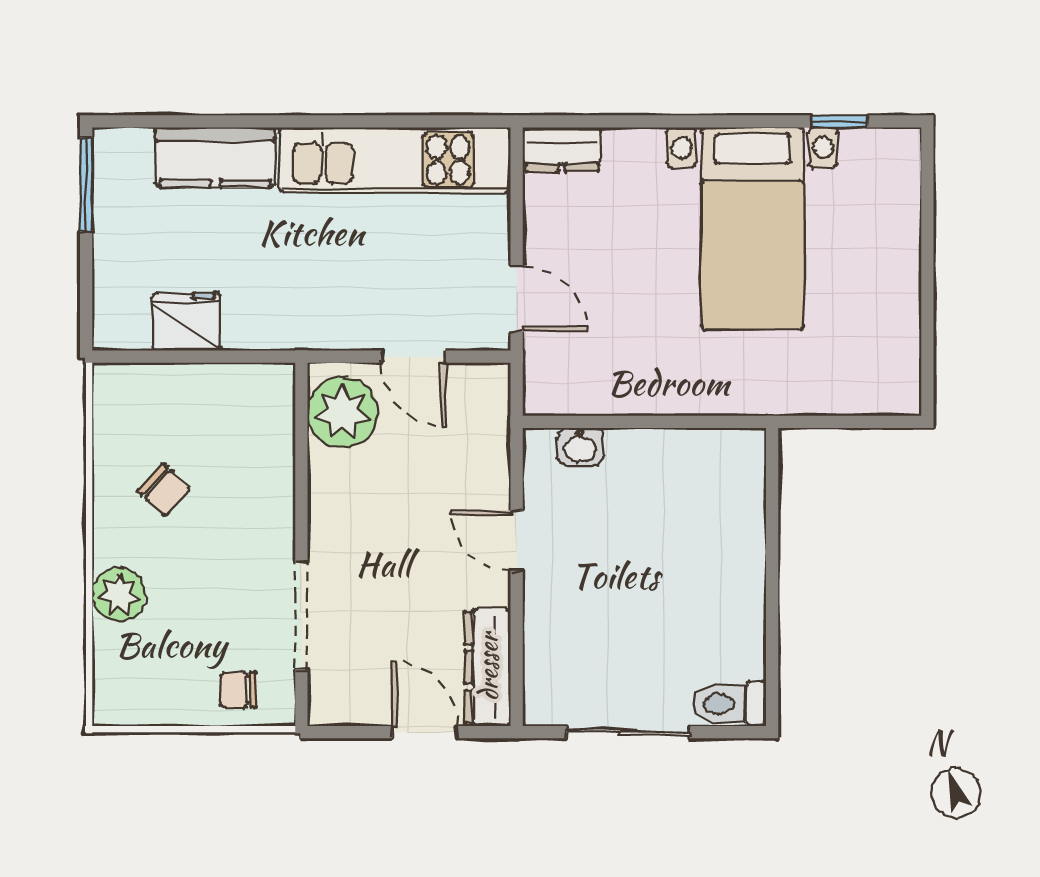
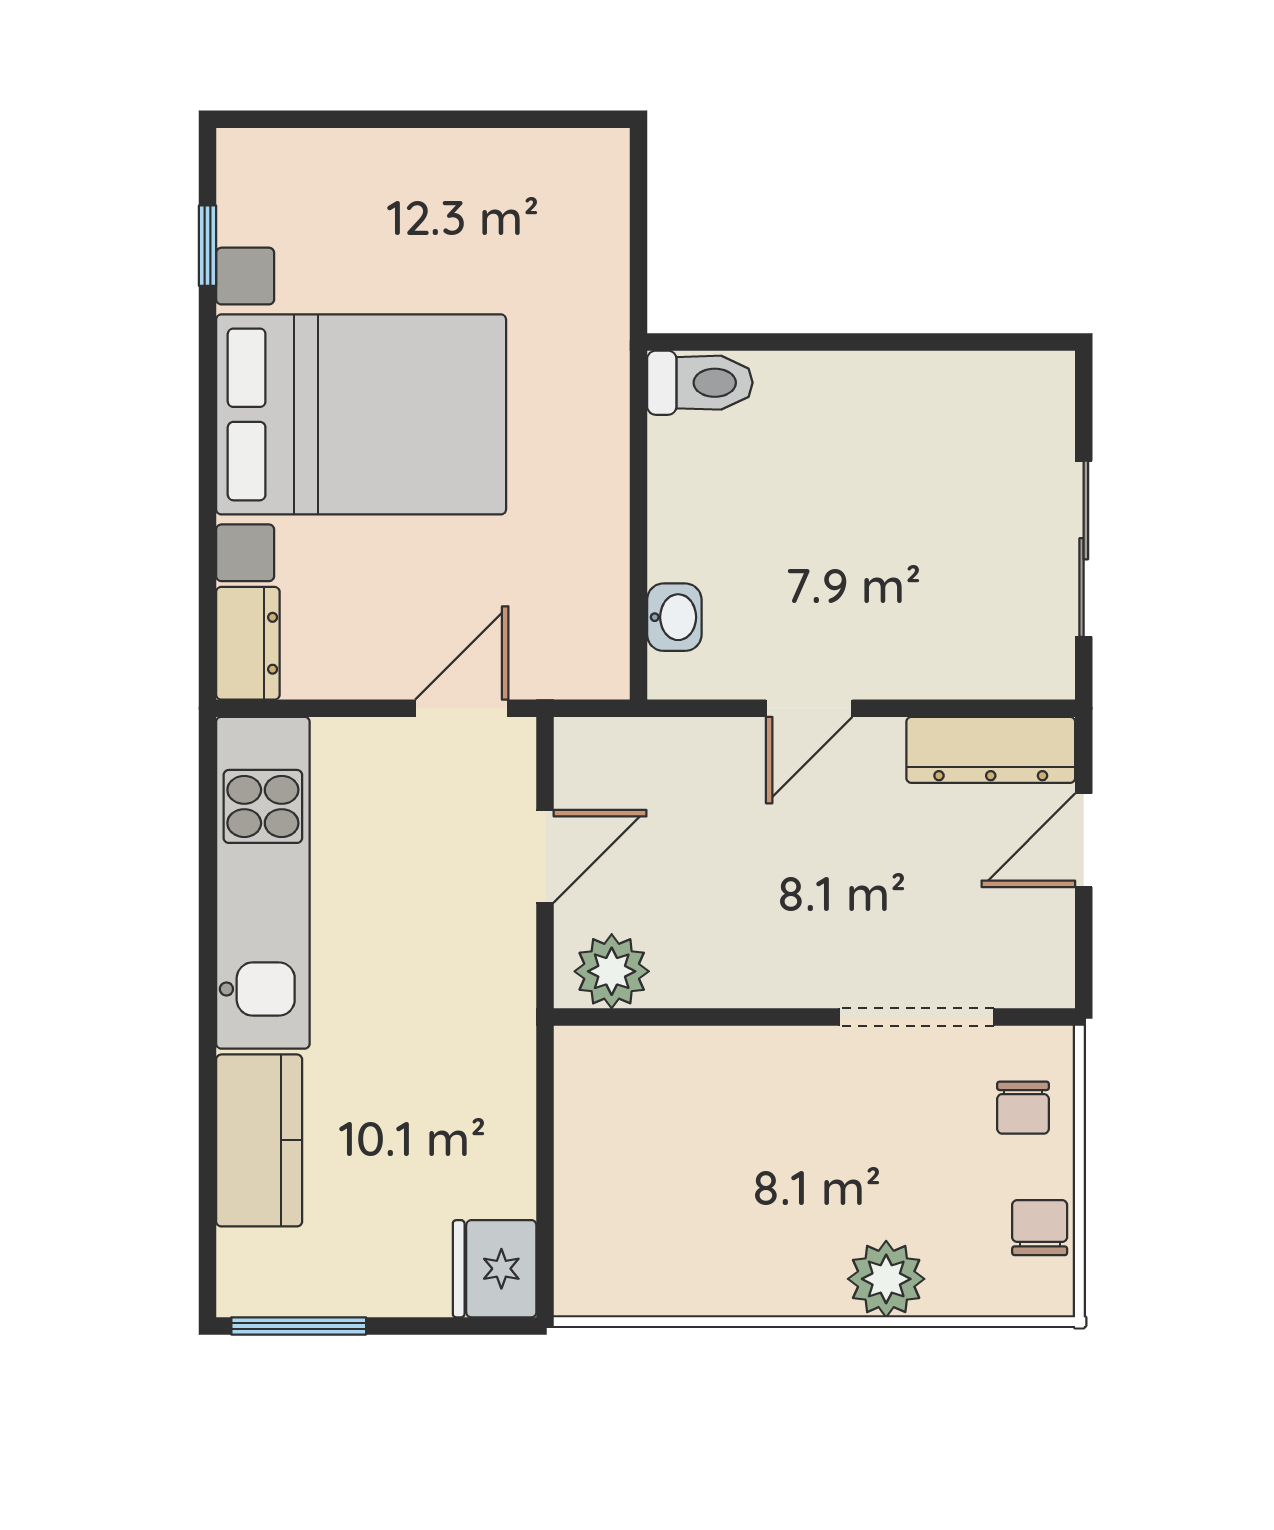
bed with nightstands: (752, 228) -> (361, 414), width x1.36
fridge: (186, 321) -> (495, 1269), moved
plant: (343, 413) -> (612, 971), width x0.73, depth x0.73
chair: (164, 490) -> (1040, 1228), moved, turned -43
toilet: (729, 704) -> (700, 383), moved, turned -90

